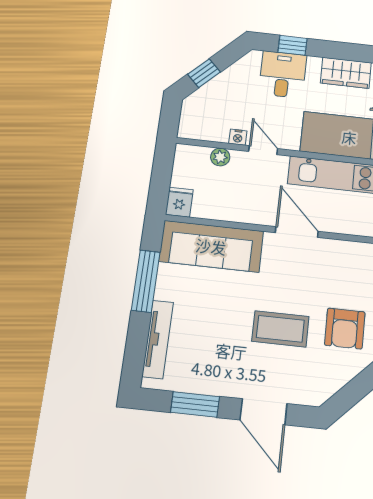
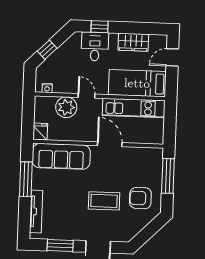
nightstand: (238, 137) -> (47, 88), moved
plant: (220, 157) -> (66, 107), width x1.88, depth x1.88
armchair: (345, 328) -> (140, 198), turned 90

